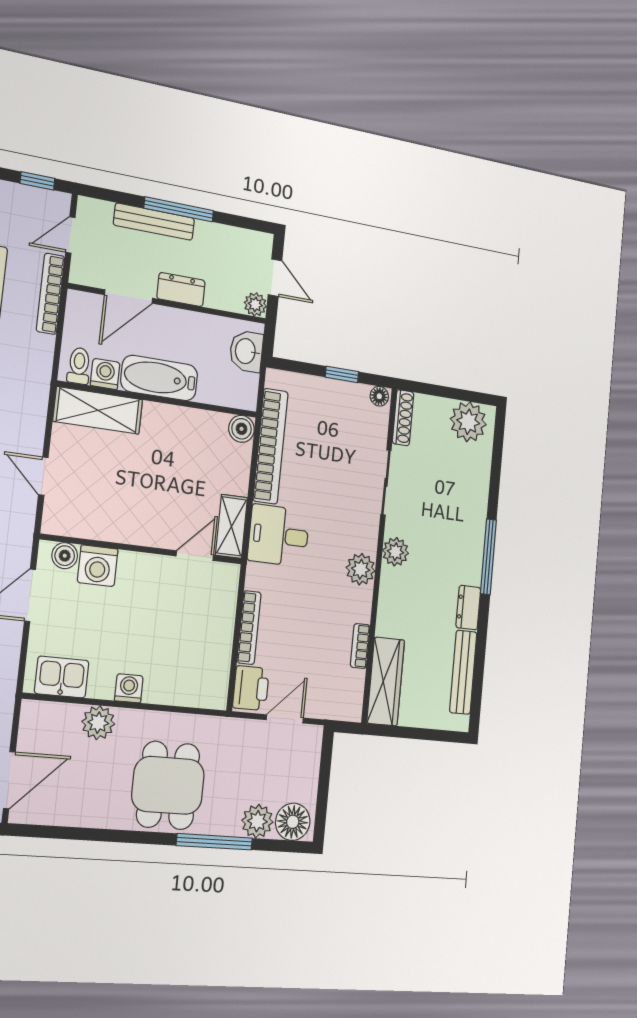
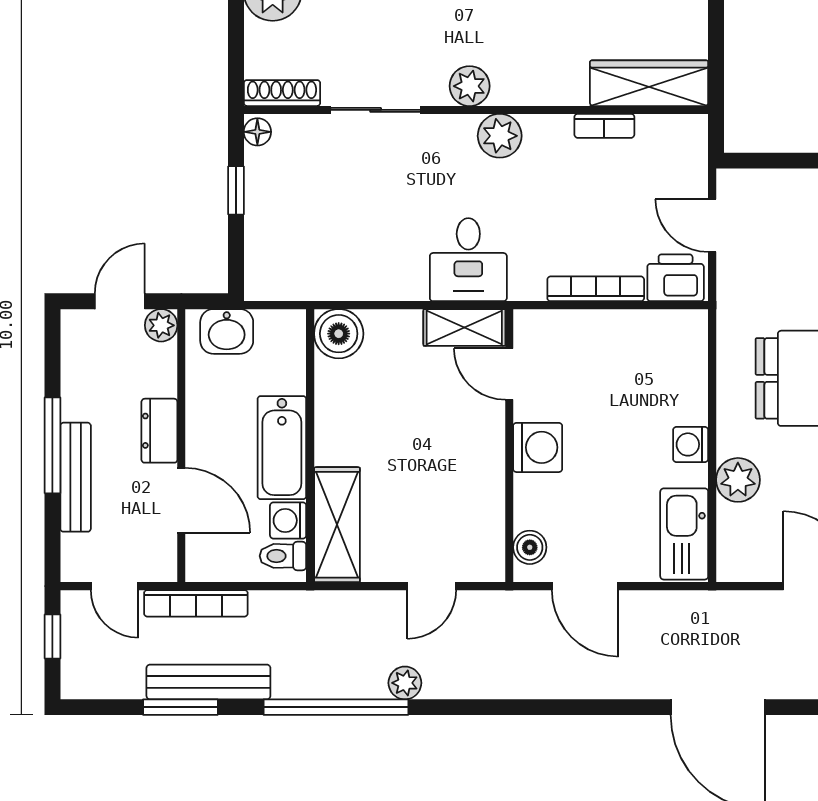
boiler: (242, 429) -> (339, 334), width x1.36, depth x1.36
bookcase: (271, 446) -> (350, 284), removed
washing machine: (98, 566) -> (538, 447), moved
kitchen sink: (62, 677) -> (684, 534), width x1.38

